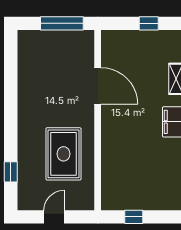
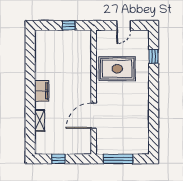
door: (98, 86) -> (94, 116), hinge flipped
rug: (63, 154) -> (117, 69), turned 90

